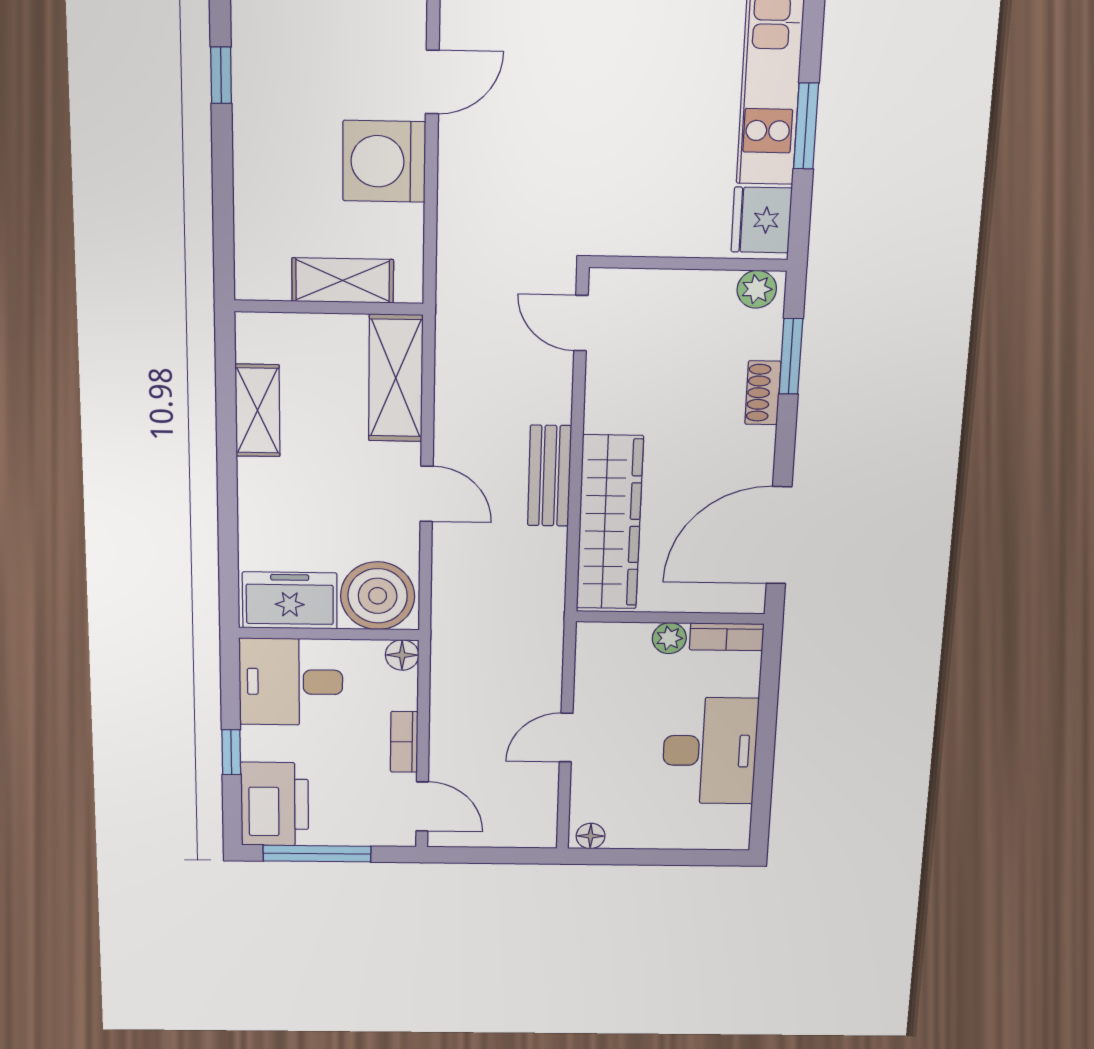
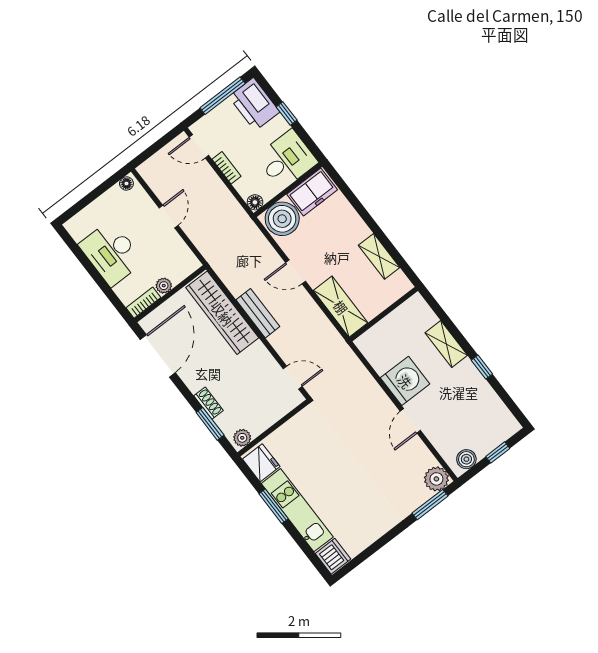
shelving: (343, 280) -> (446, 344), moved, turned 90

